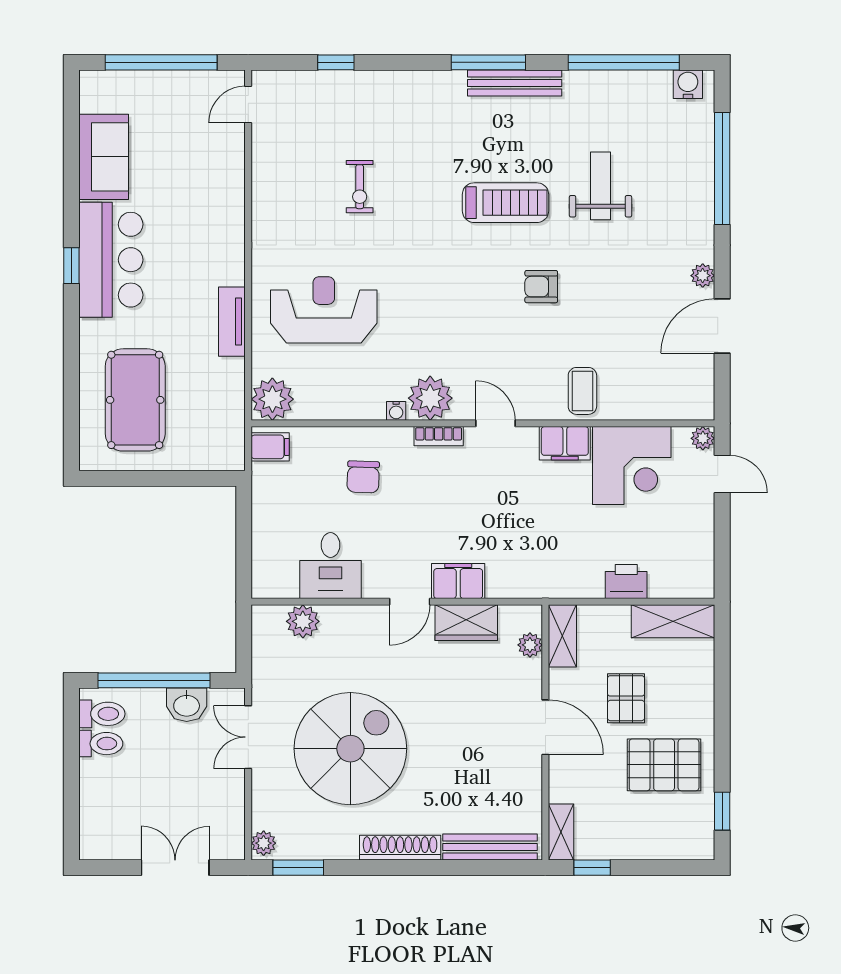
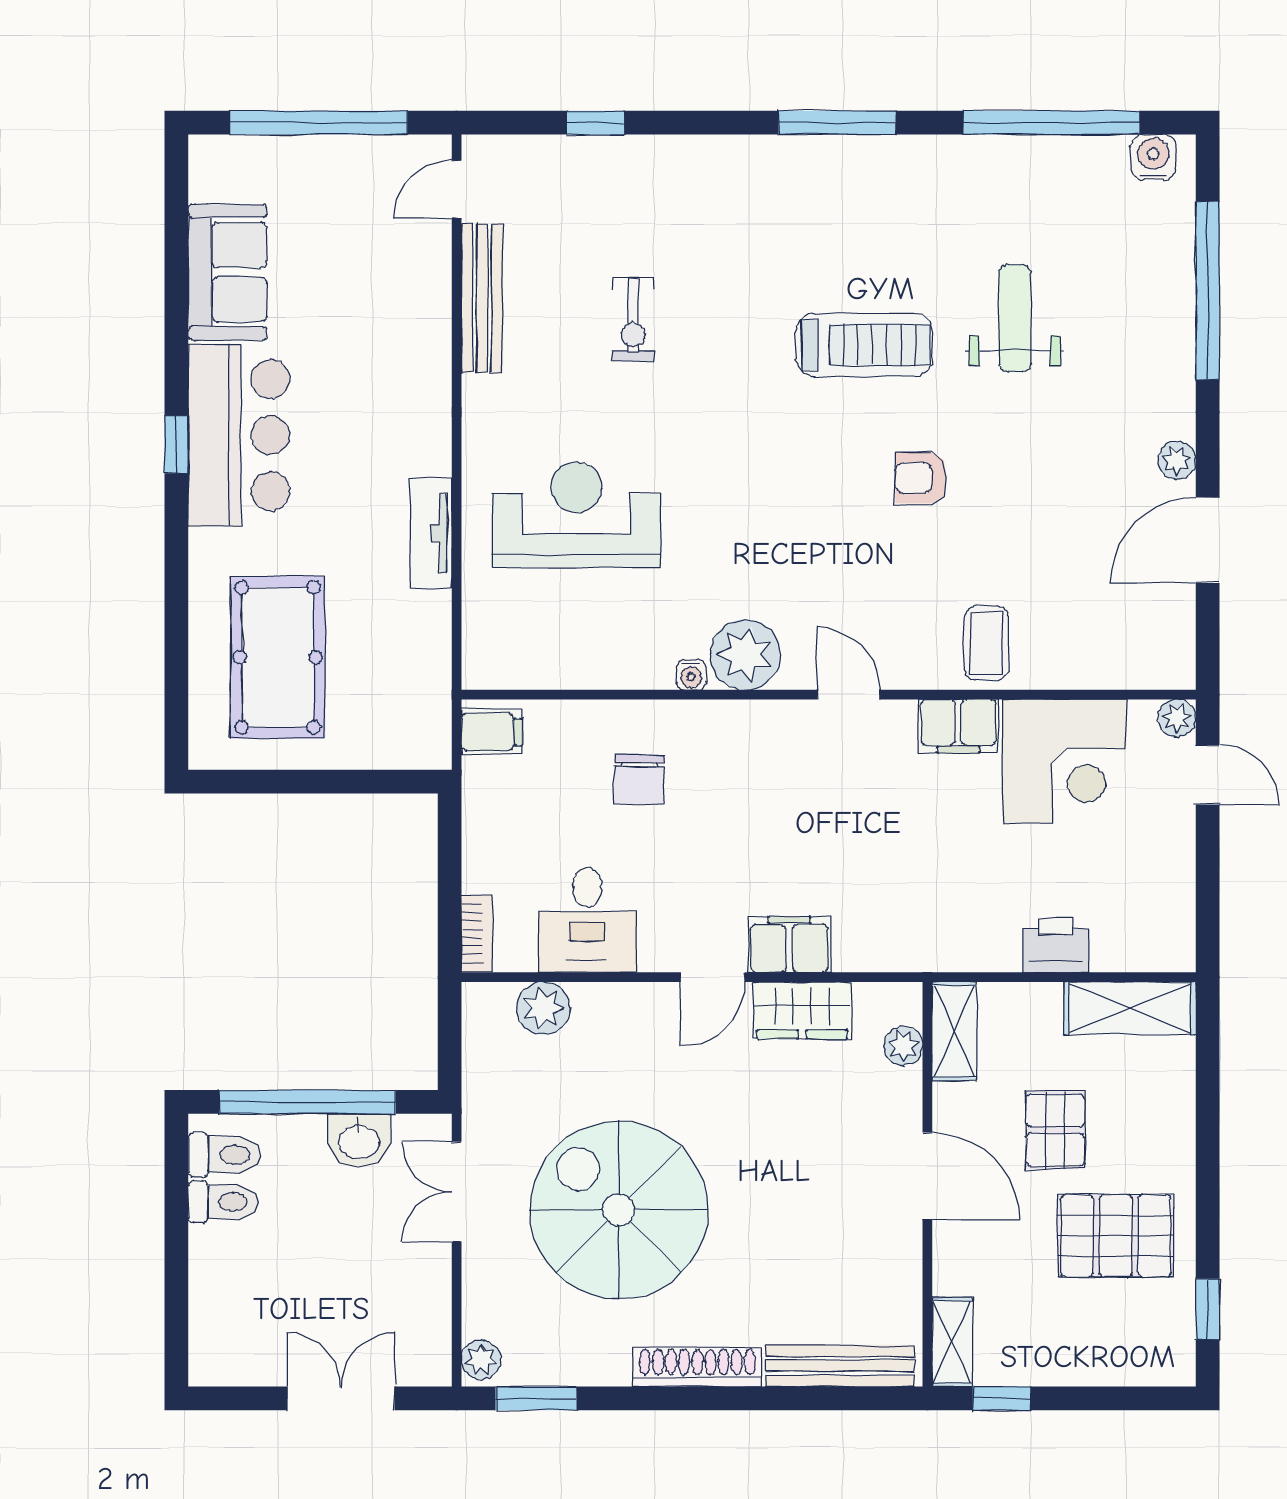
bench: (515, 83) -> (482, 298), moved, turned 90
plant: (272, 399) -> (495, 656), removed
bookcase: (439, 436) -> (477, 934), moved, turned -90
spiral stairs: (350, 749) -> (619, 1210), turned -90

